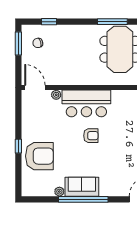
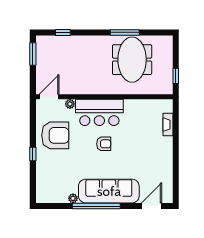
chair: (38, 43) -> (52, 53), removed
door: (35, 87) -> (49, 97), hinge flipped
armchair: (39, 156) -> (55, 135), moved
sofa: (82, 187) -> (109, 191), width x1.85, depth x1.27

